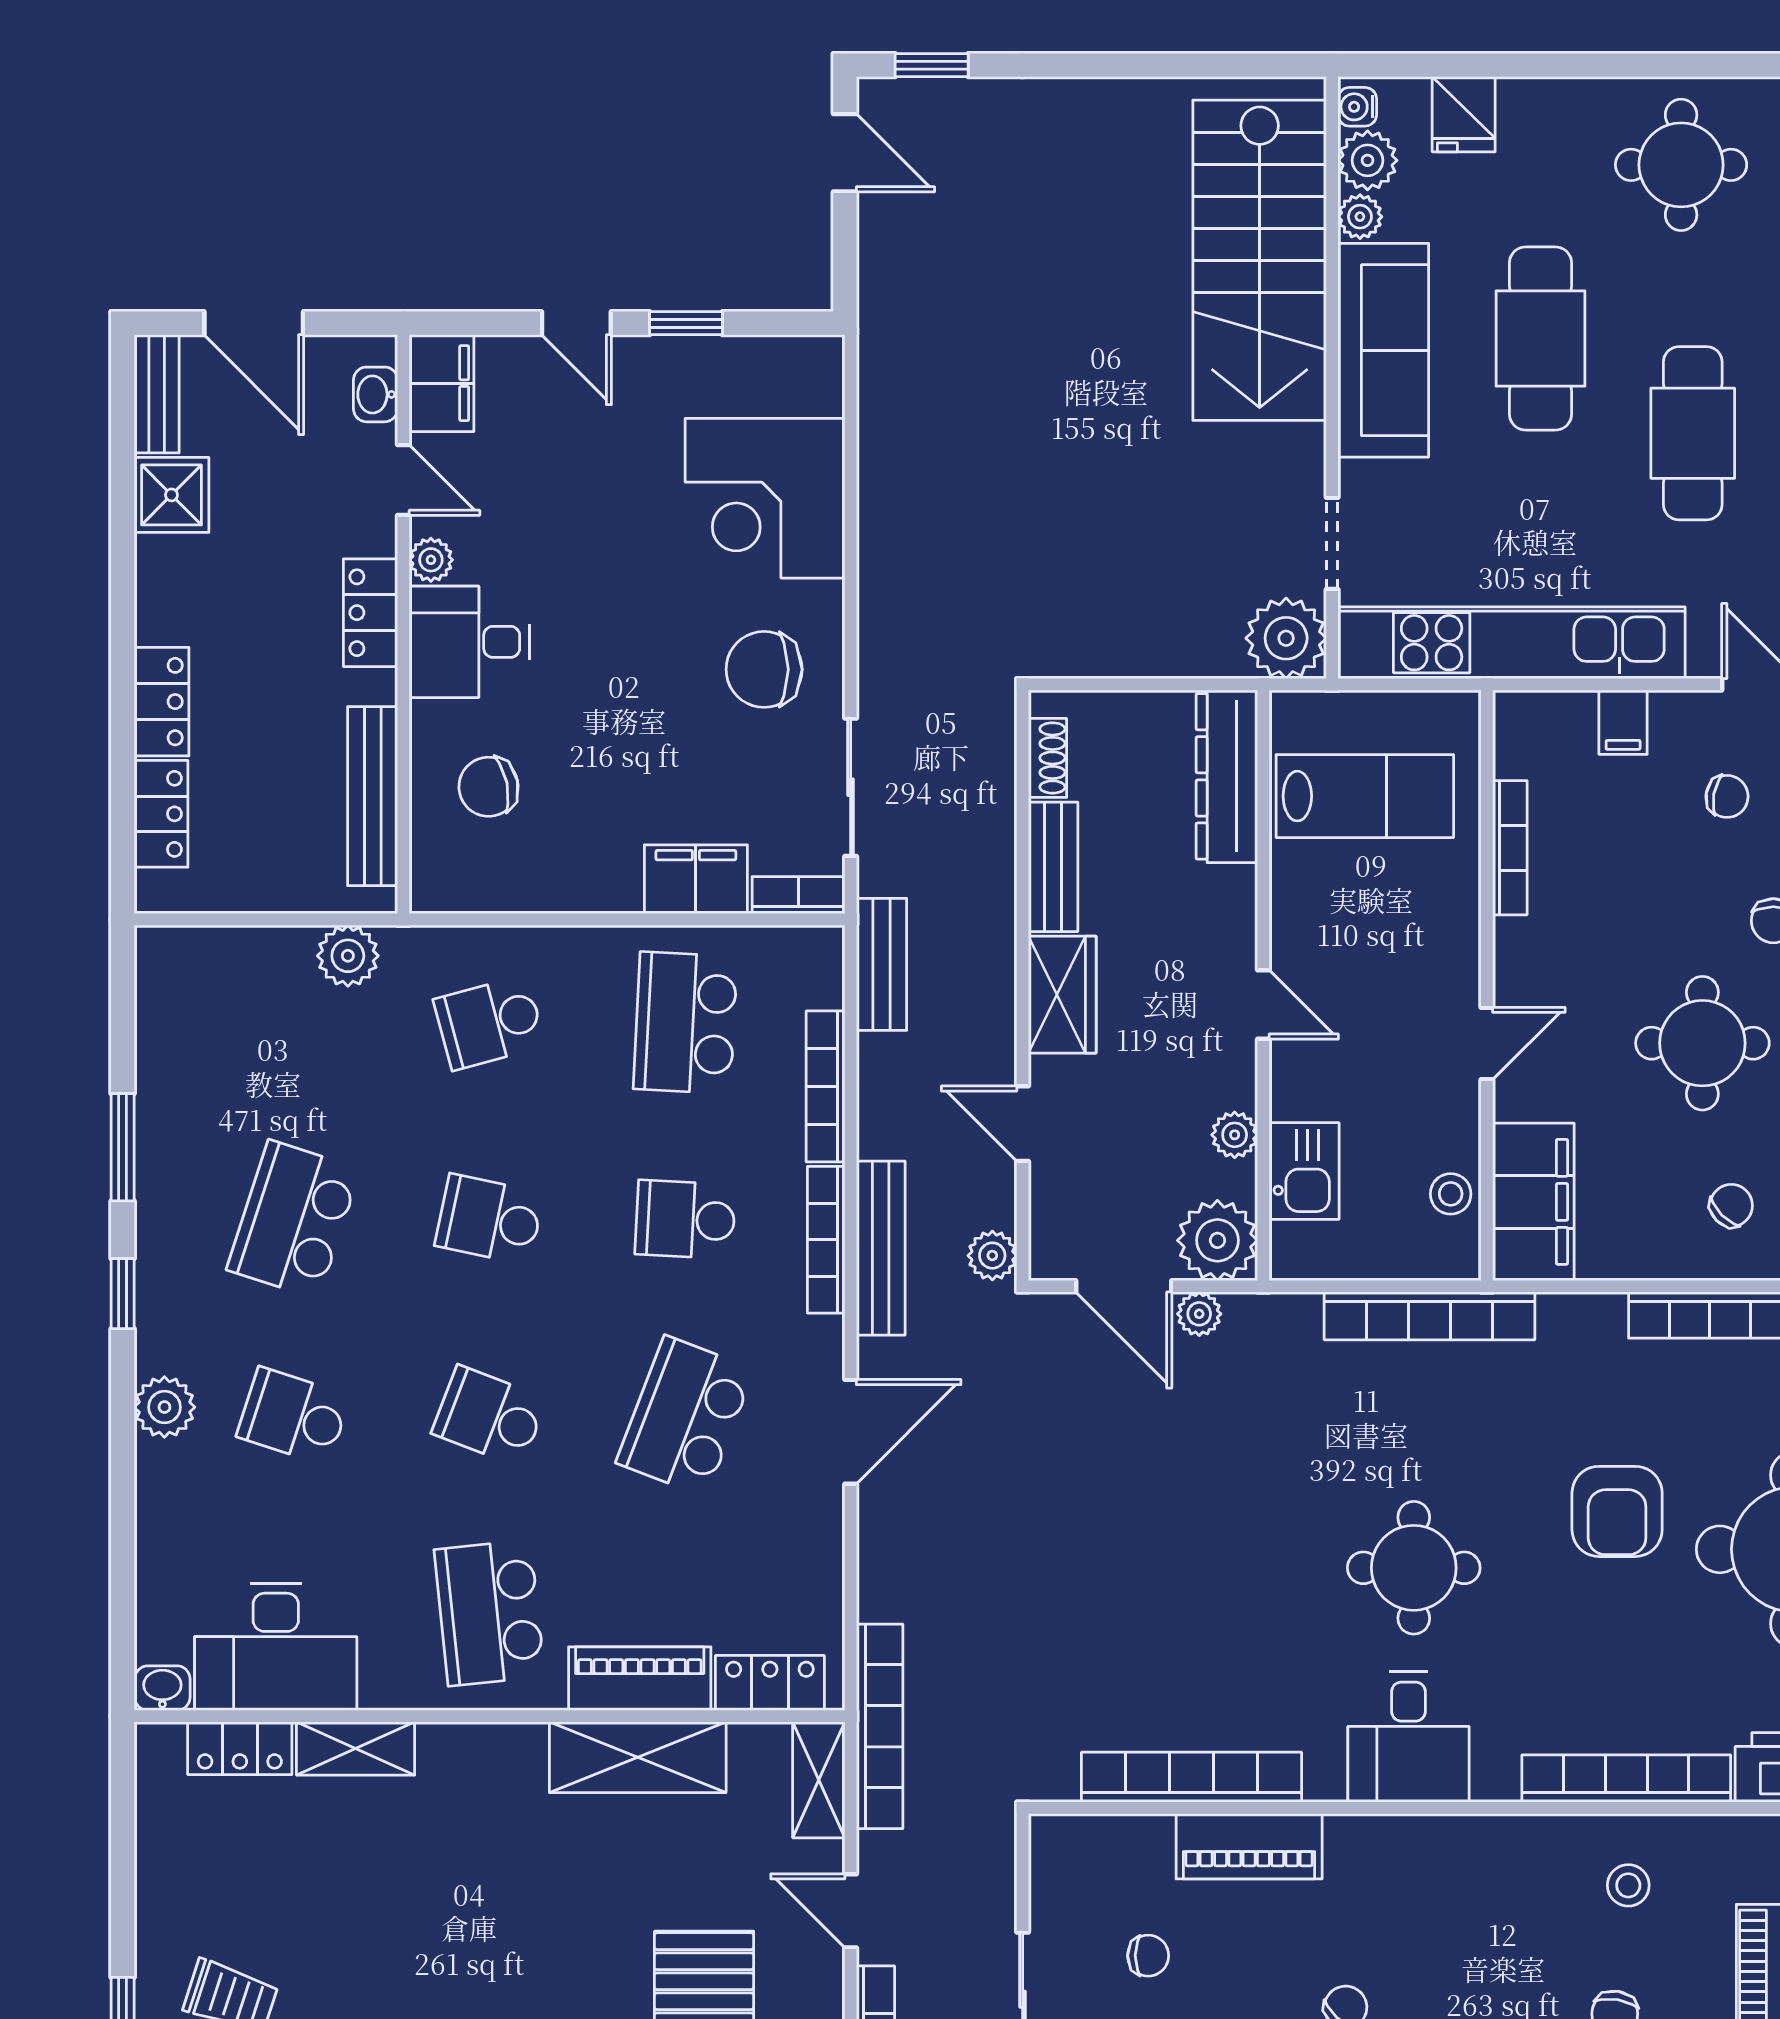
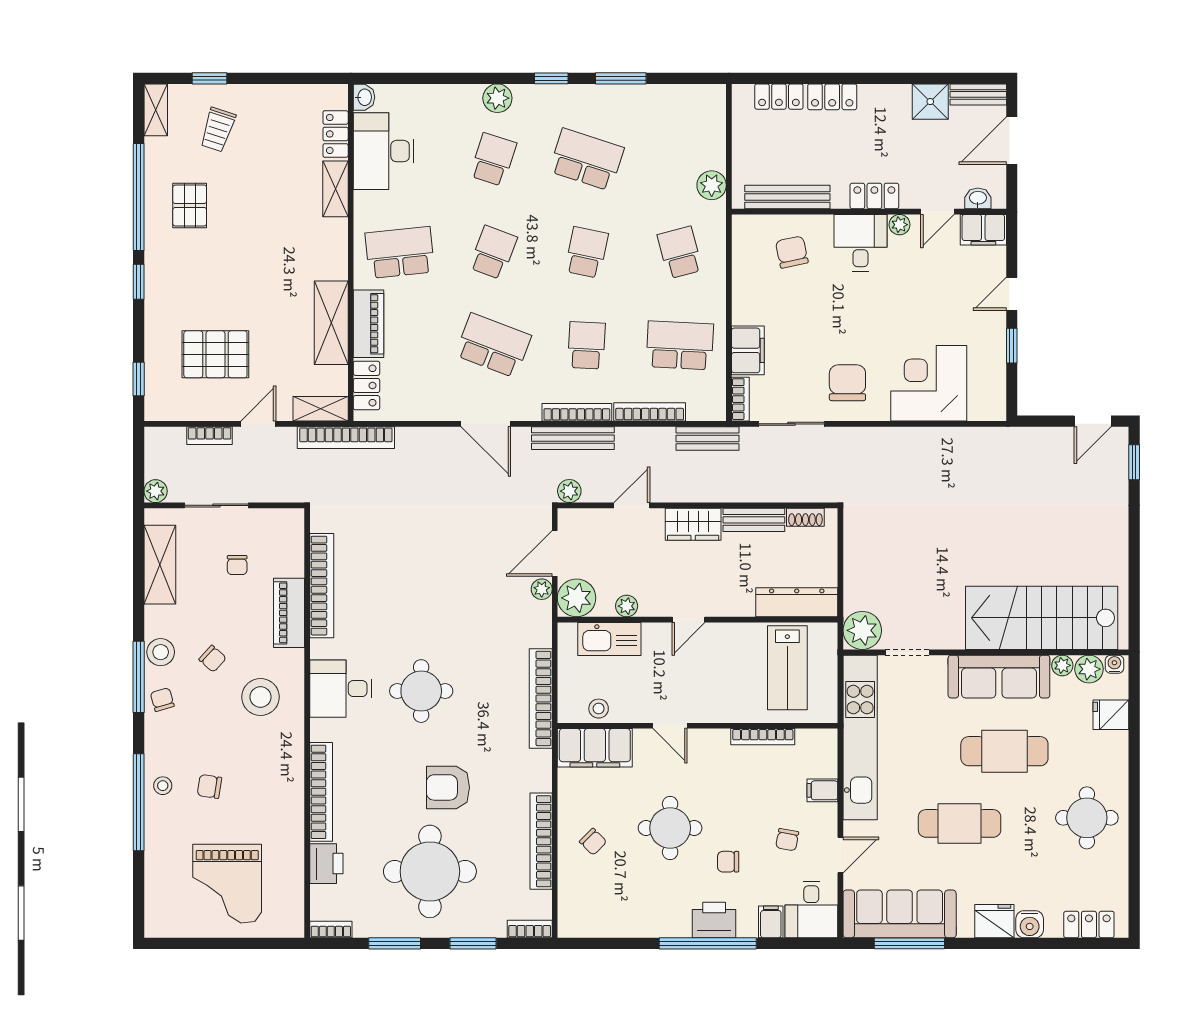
kitchen sink: (1304, 1171) -> (609, 639), width x1.38
stool: (1628, 1885) -> (260, 697), moved, width x1.89, depth x1.89

